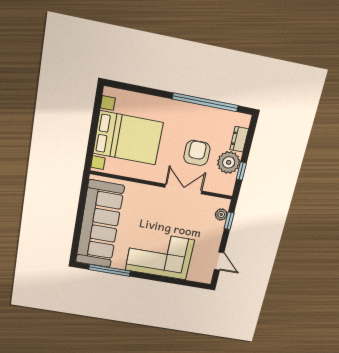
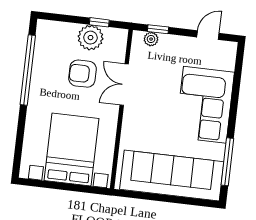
dresser: (239, 139) -> (64, 29), removed

